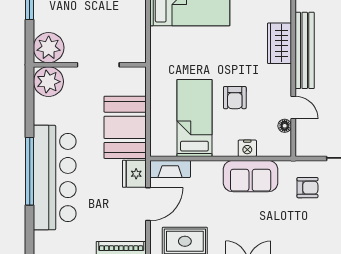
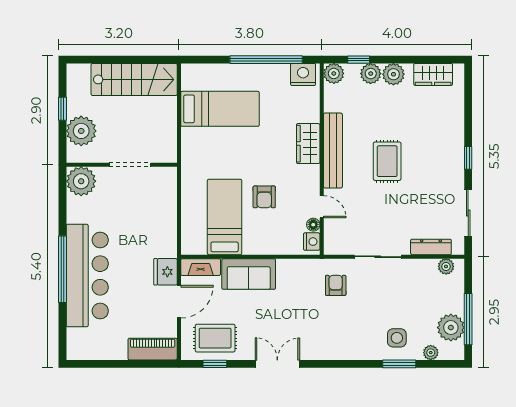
plant: (49, 48) -> (81, 131), moved
booth: (125, 127) -> (156, 226), removed
nightstand: (247, 148) -> (312, 242), moved, turned -90
sofa: (251, 176) -> (249, 274), moved
armchair: (307, 188) -> (336, 285), turned -90

